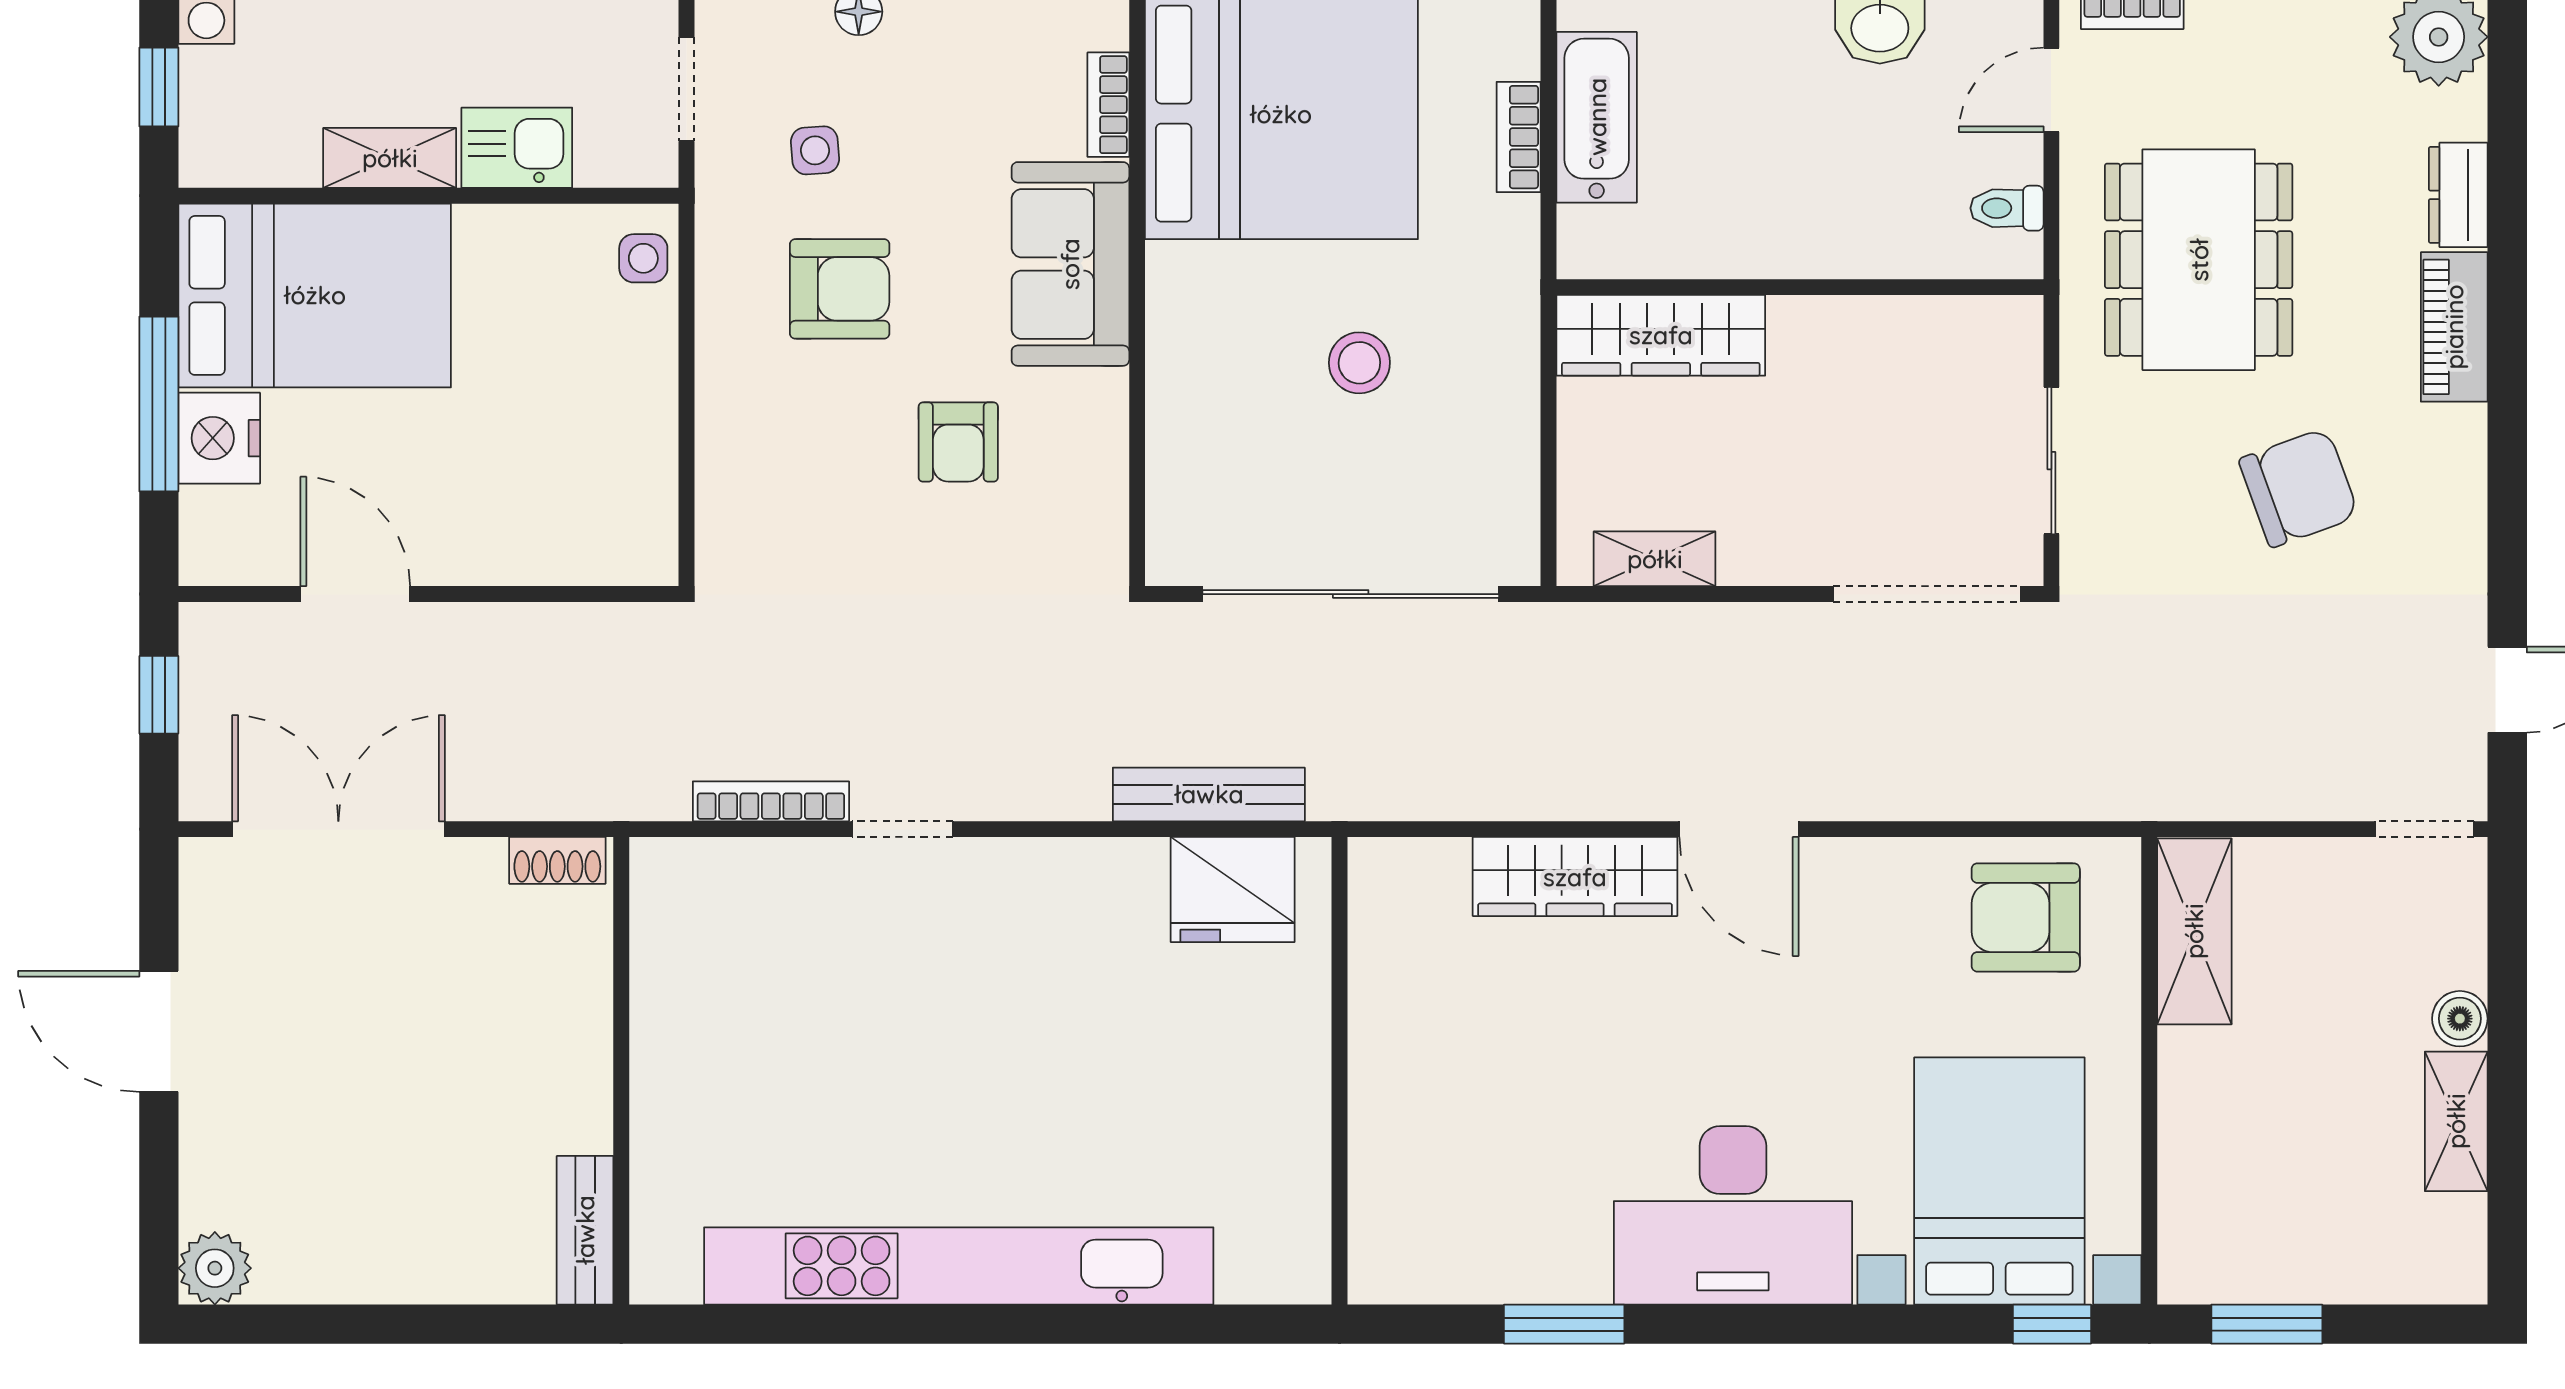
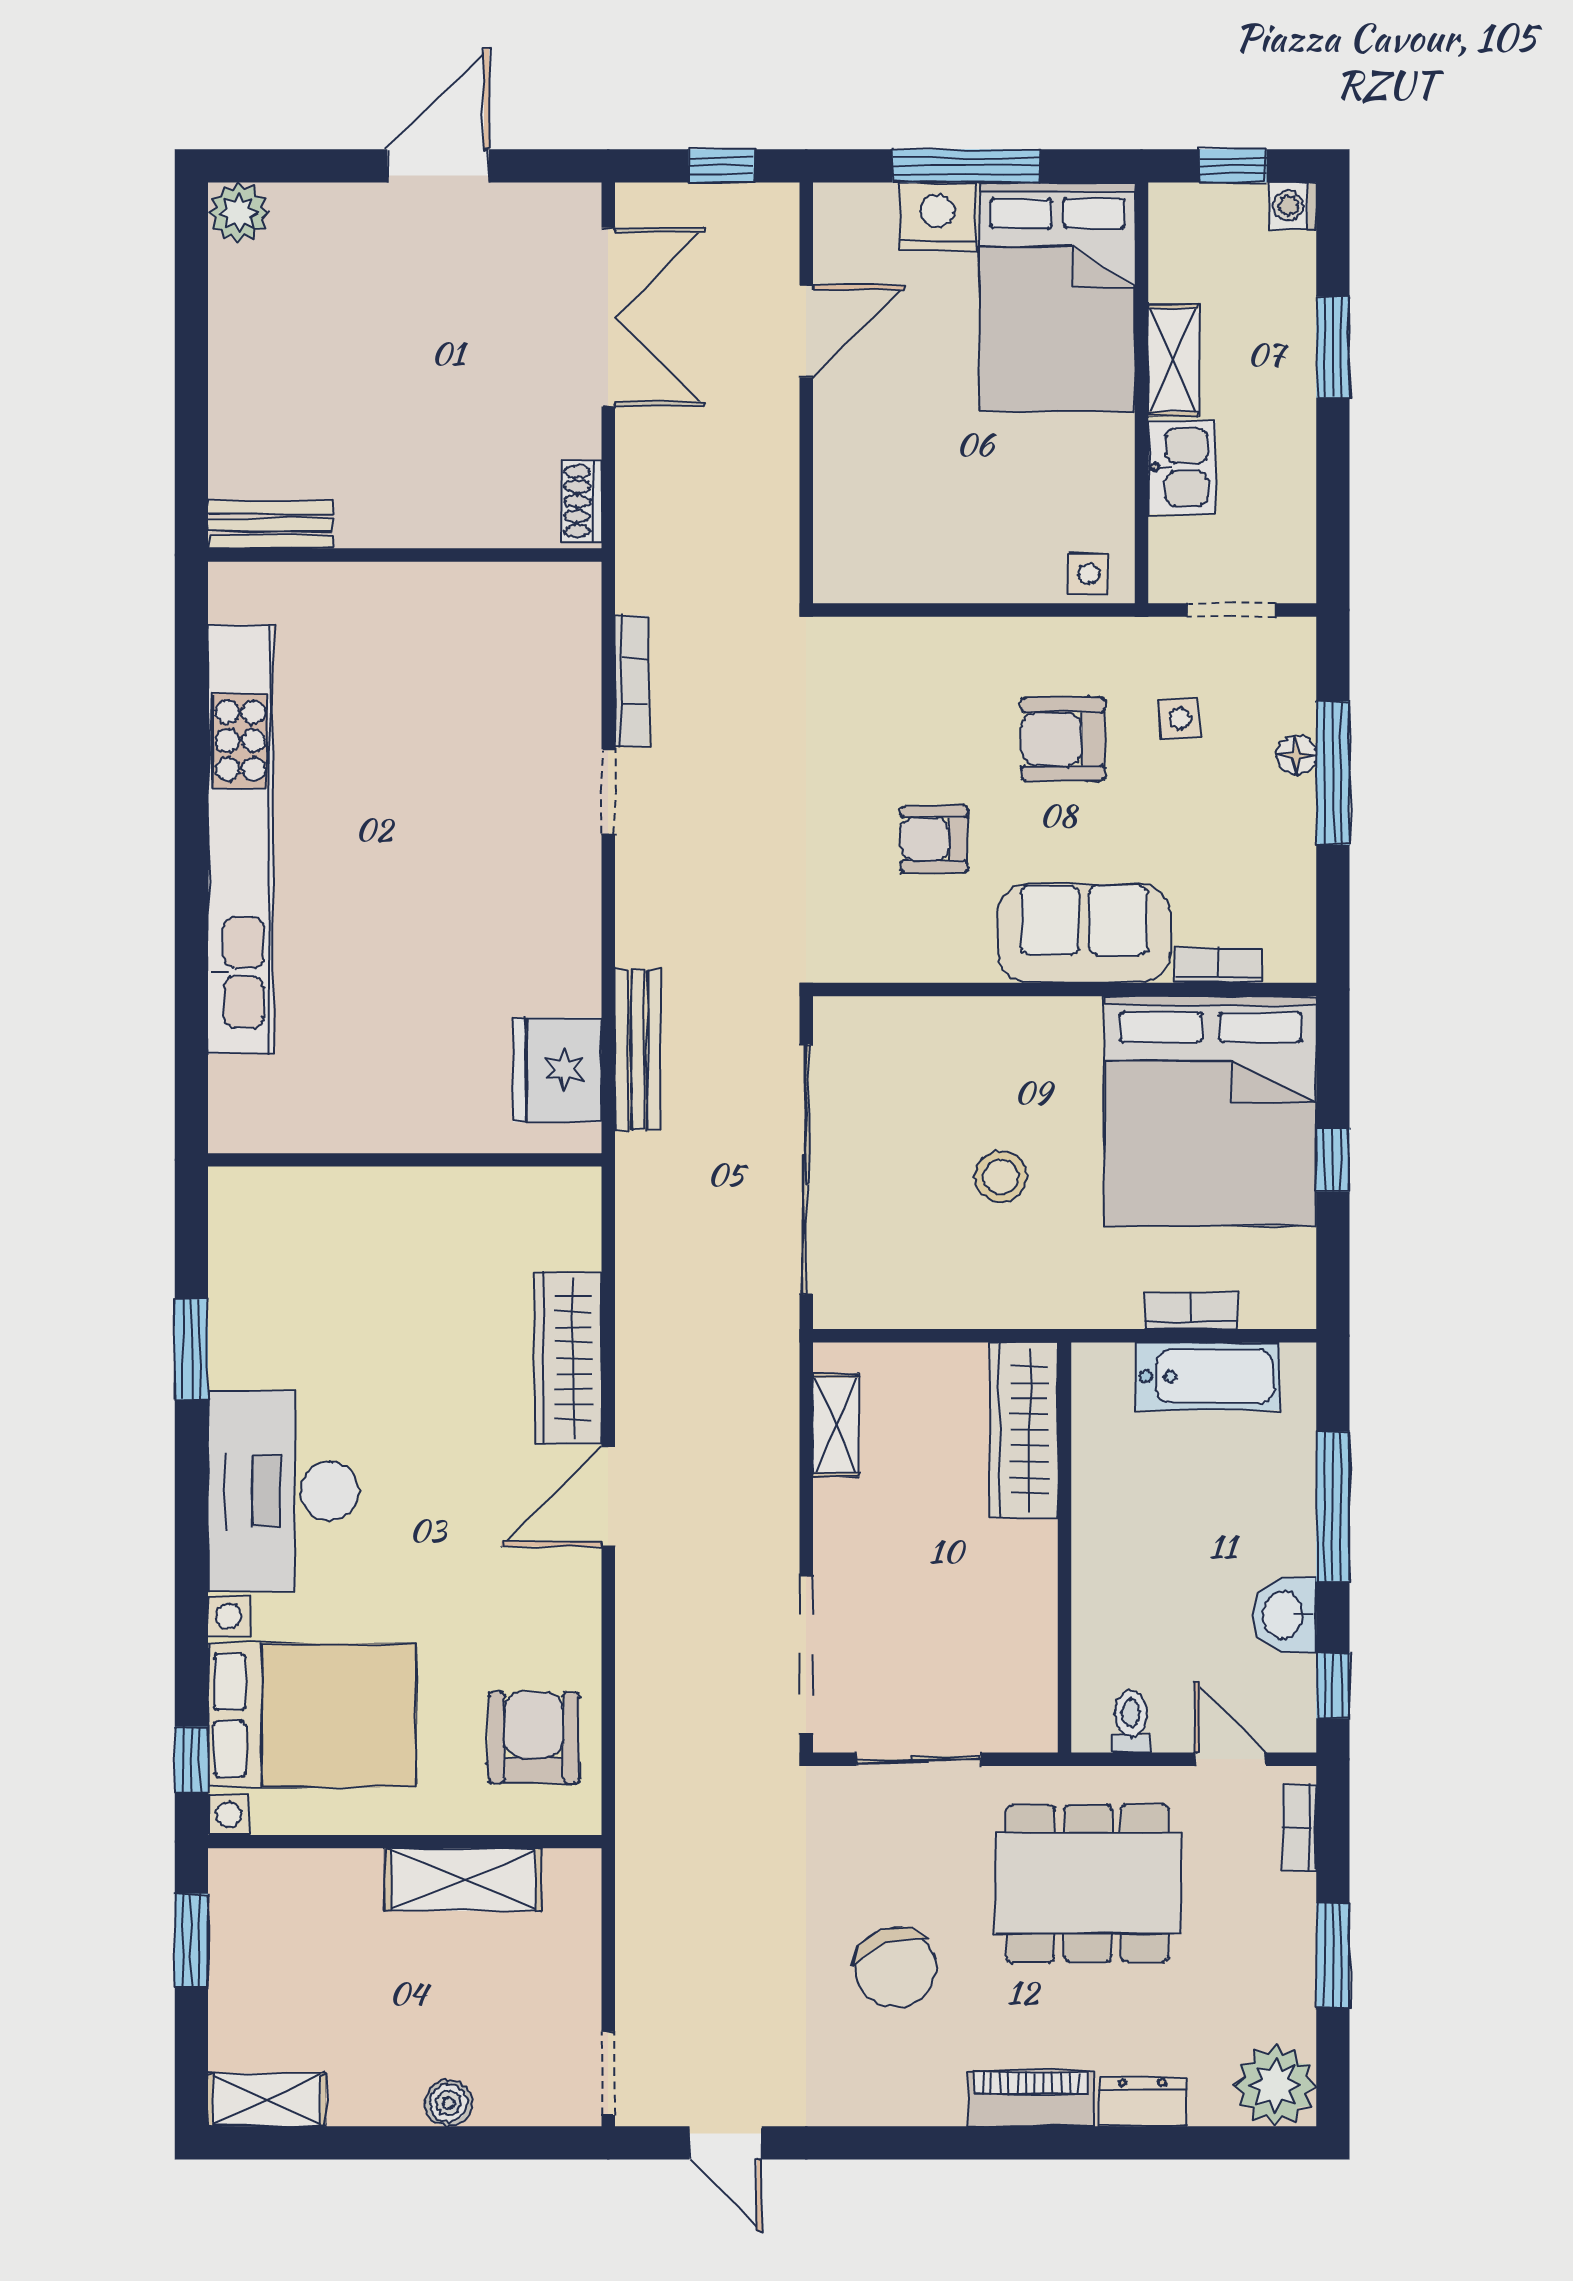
armchair: (840, 289) -> (1063, 739), turned 90
shelving: (2194, 931) -> (463, 1880), moved
shelving: (2456, 1121) -> (267, 2100), moved

